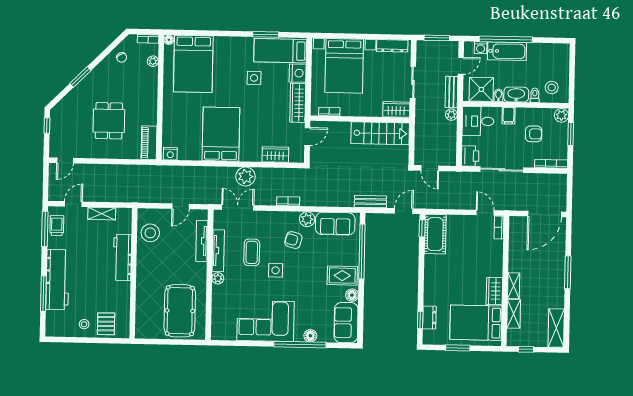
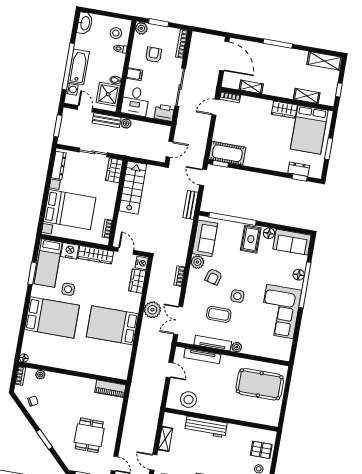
bed: (193, 64) -> (52, 317), moved
washbasin: (516, 95) -> (85, 23), moved, turned 180
dining table: (109, 121) -> (89, 435), moved, turned 90
nightstand: (170, 154) -> (142, 263), moved
shelving: (514, 286) -> (251, 87), moved

